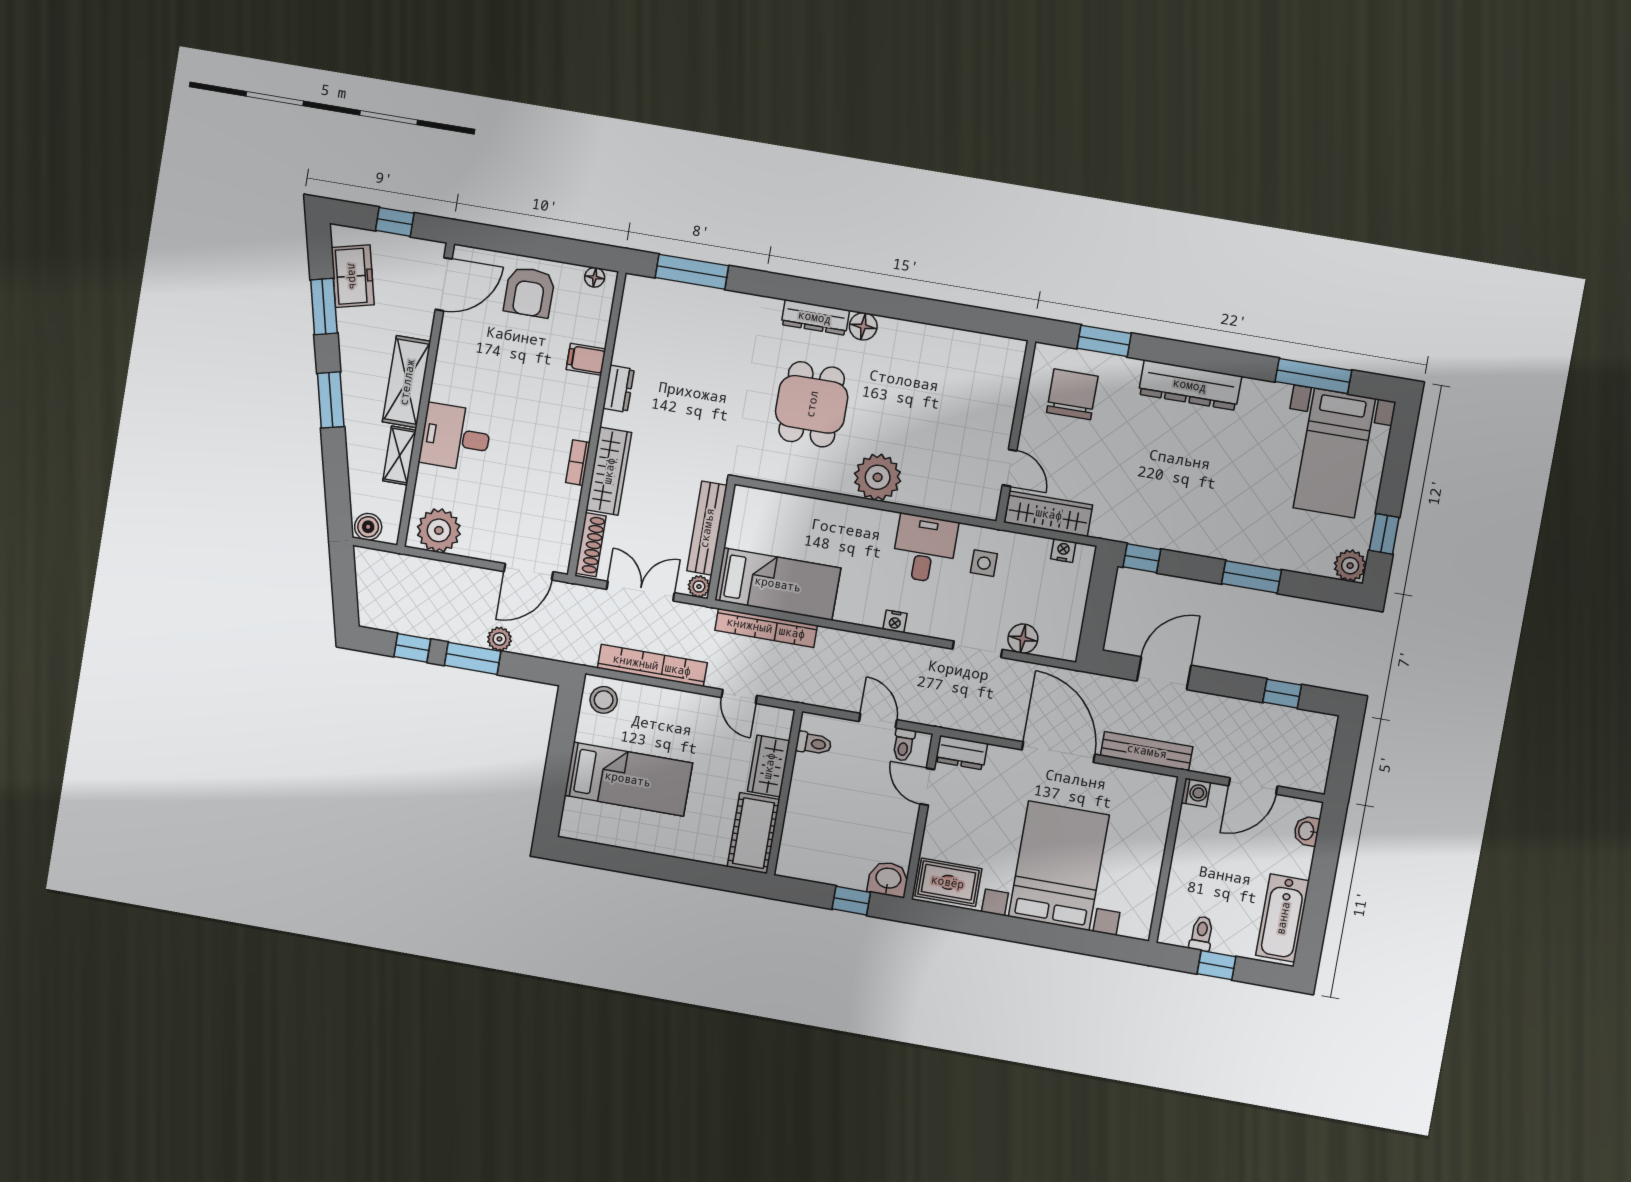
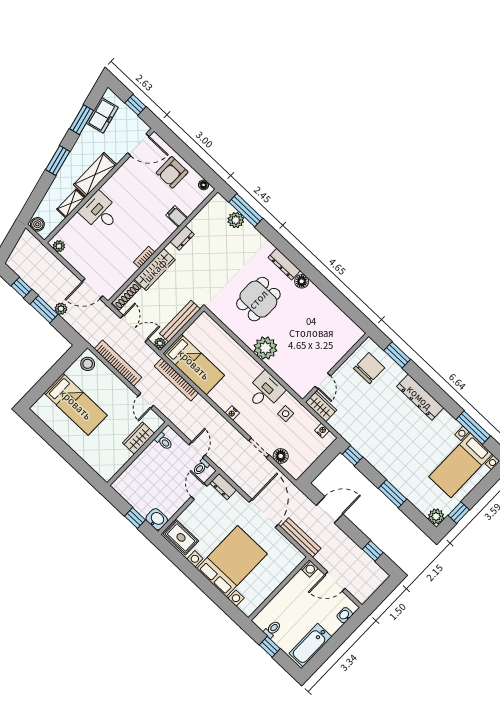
plant: (687, 299) -> (236, 220), added
wardrobe: (1049, 514) -> (321, 406), width x0.67
plant: (439, 530) -> (59, 246), width x0.53, depth x0.53
cot: (753, 833) -> (113, 462), removed

